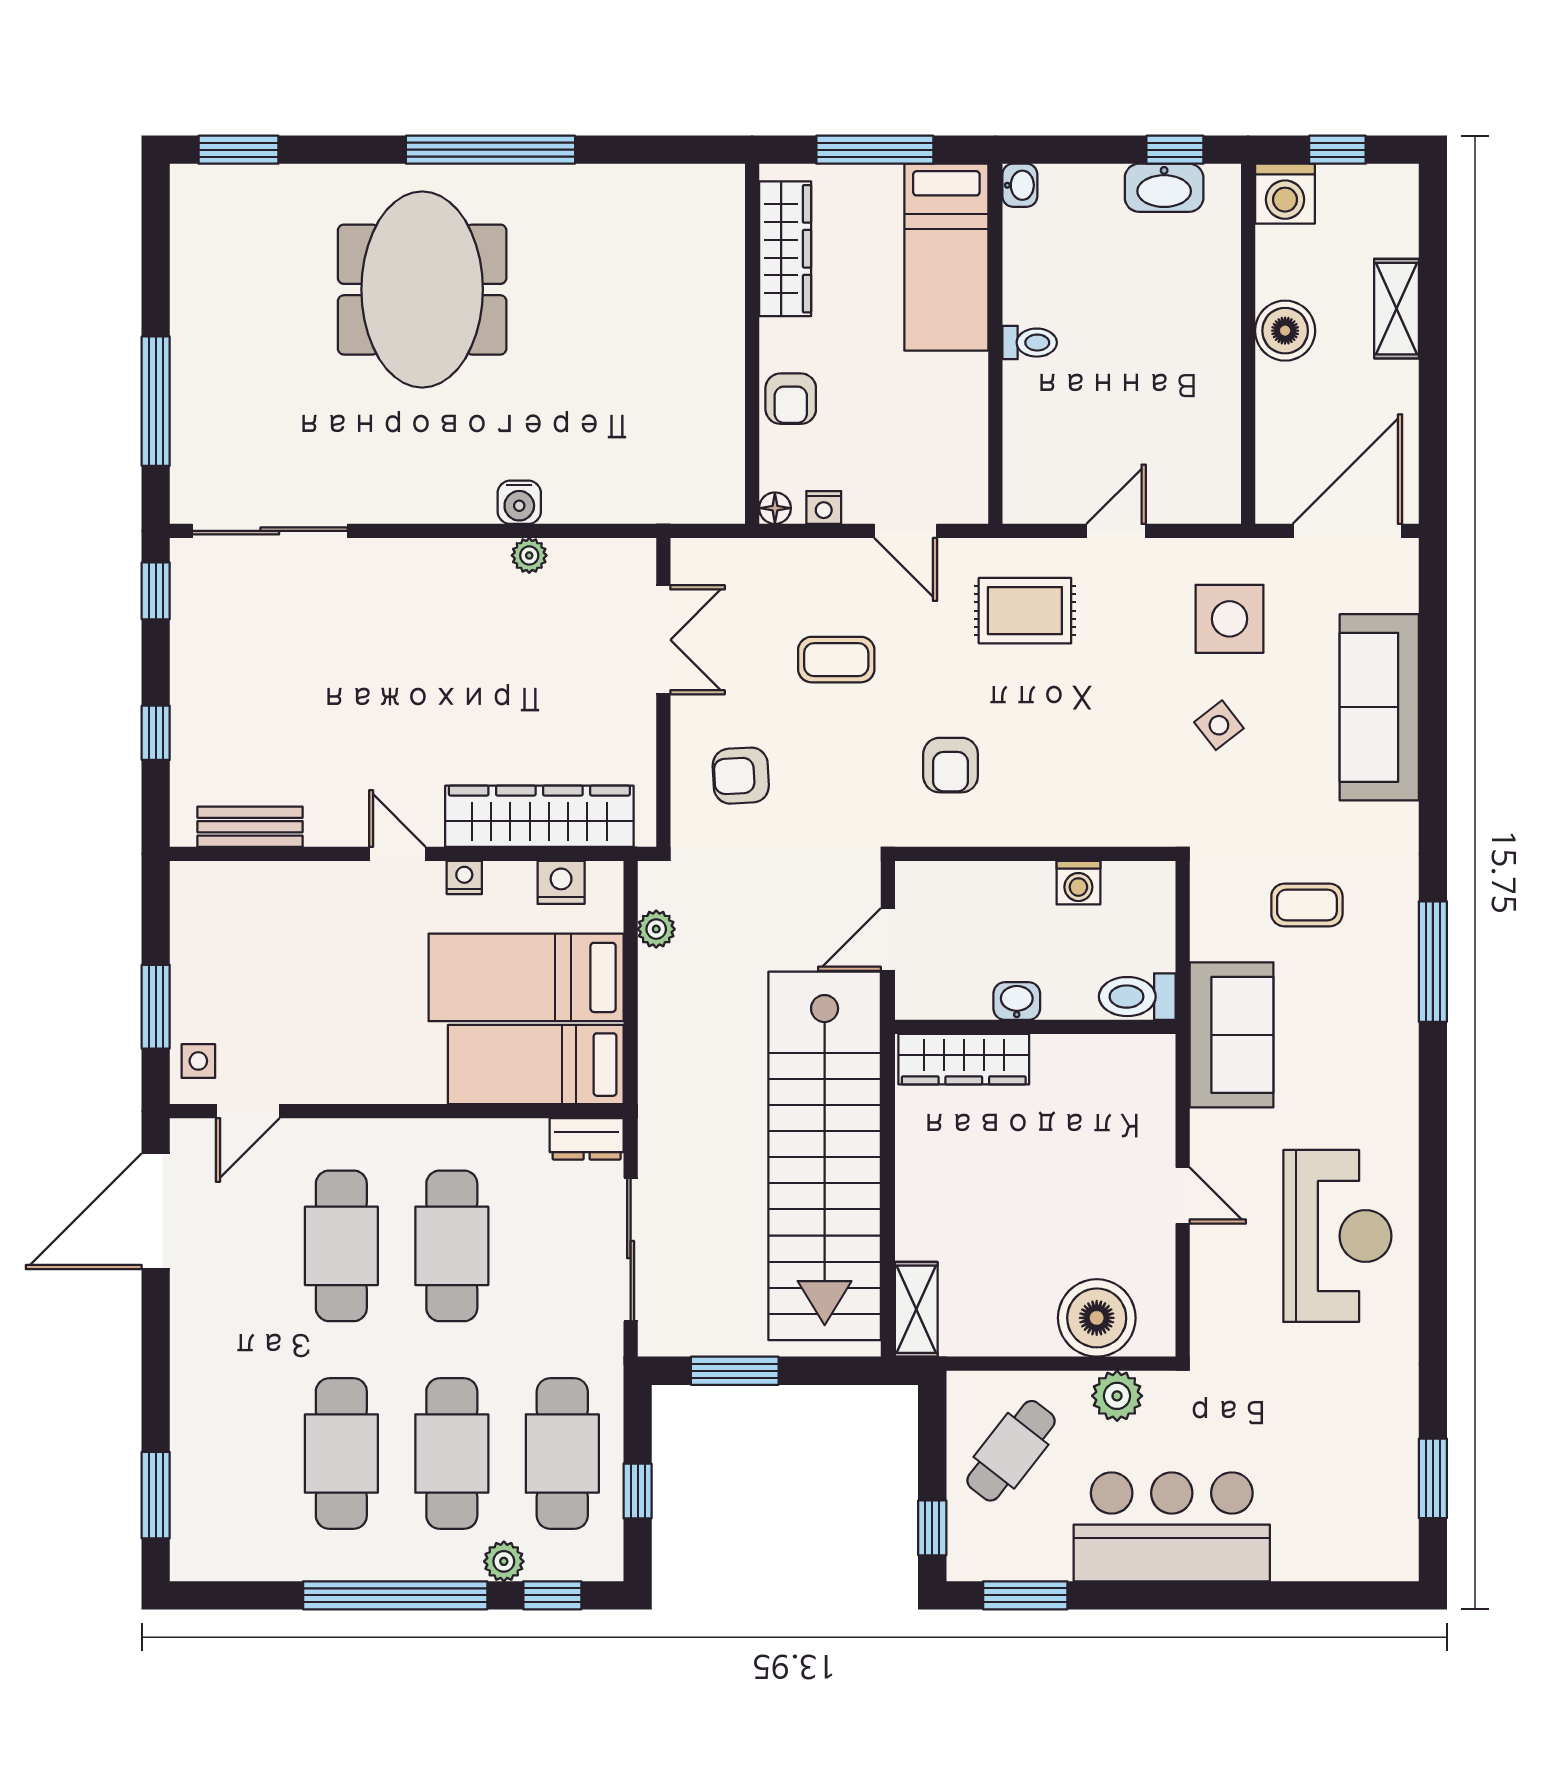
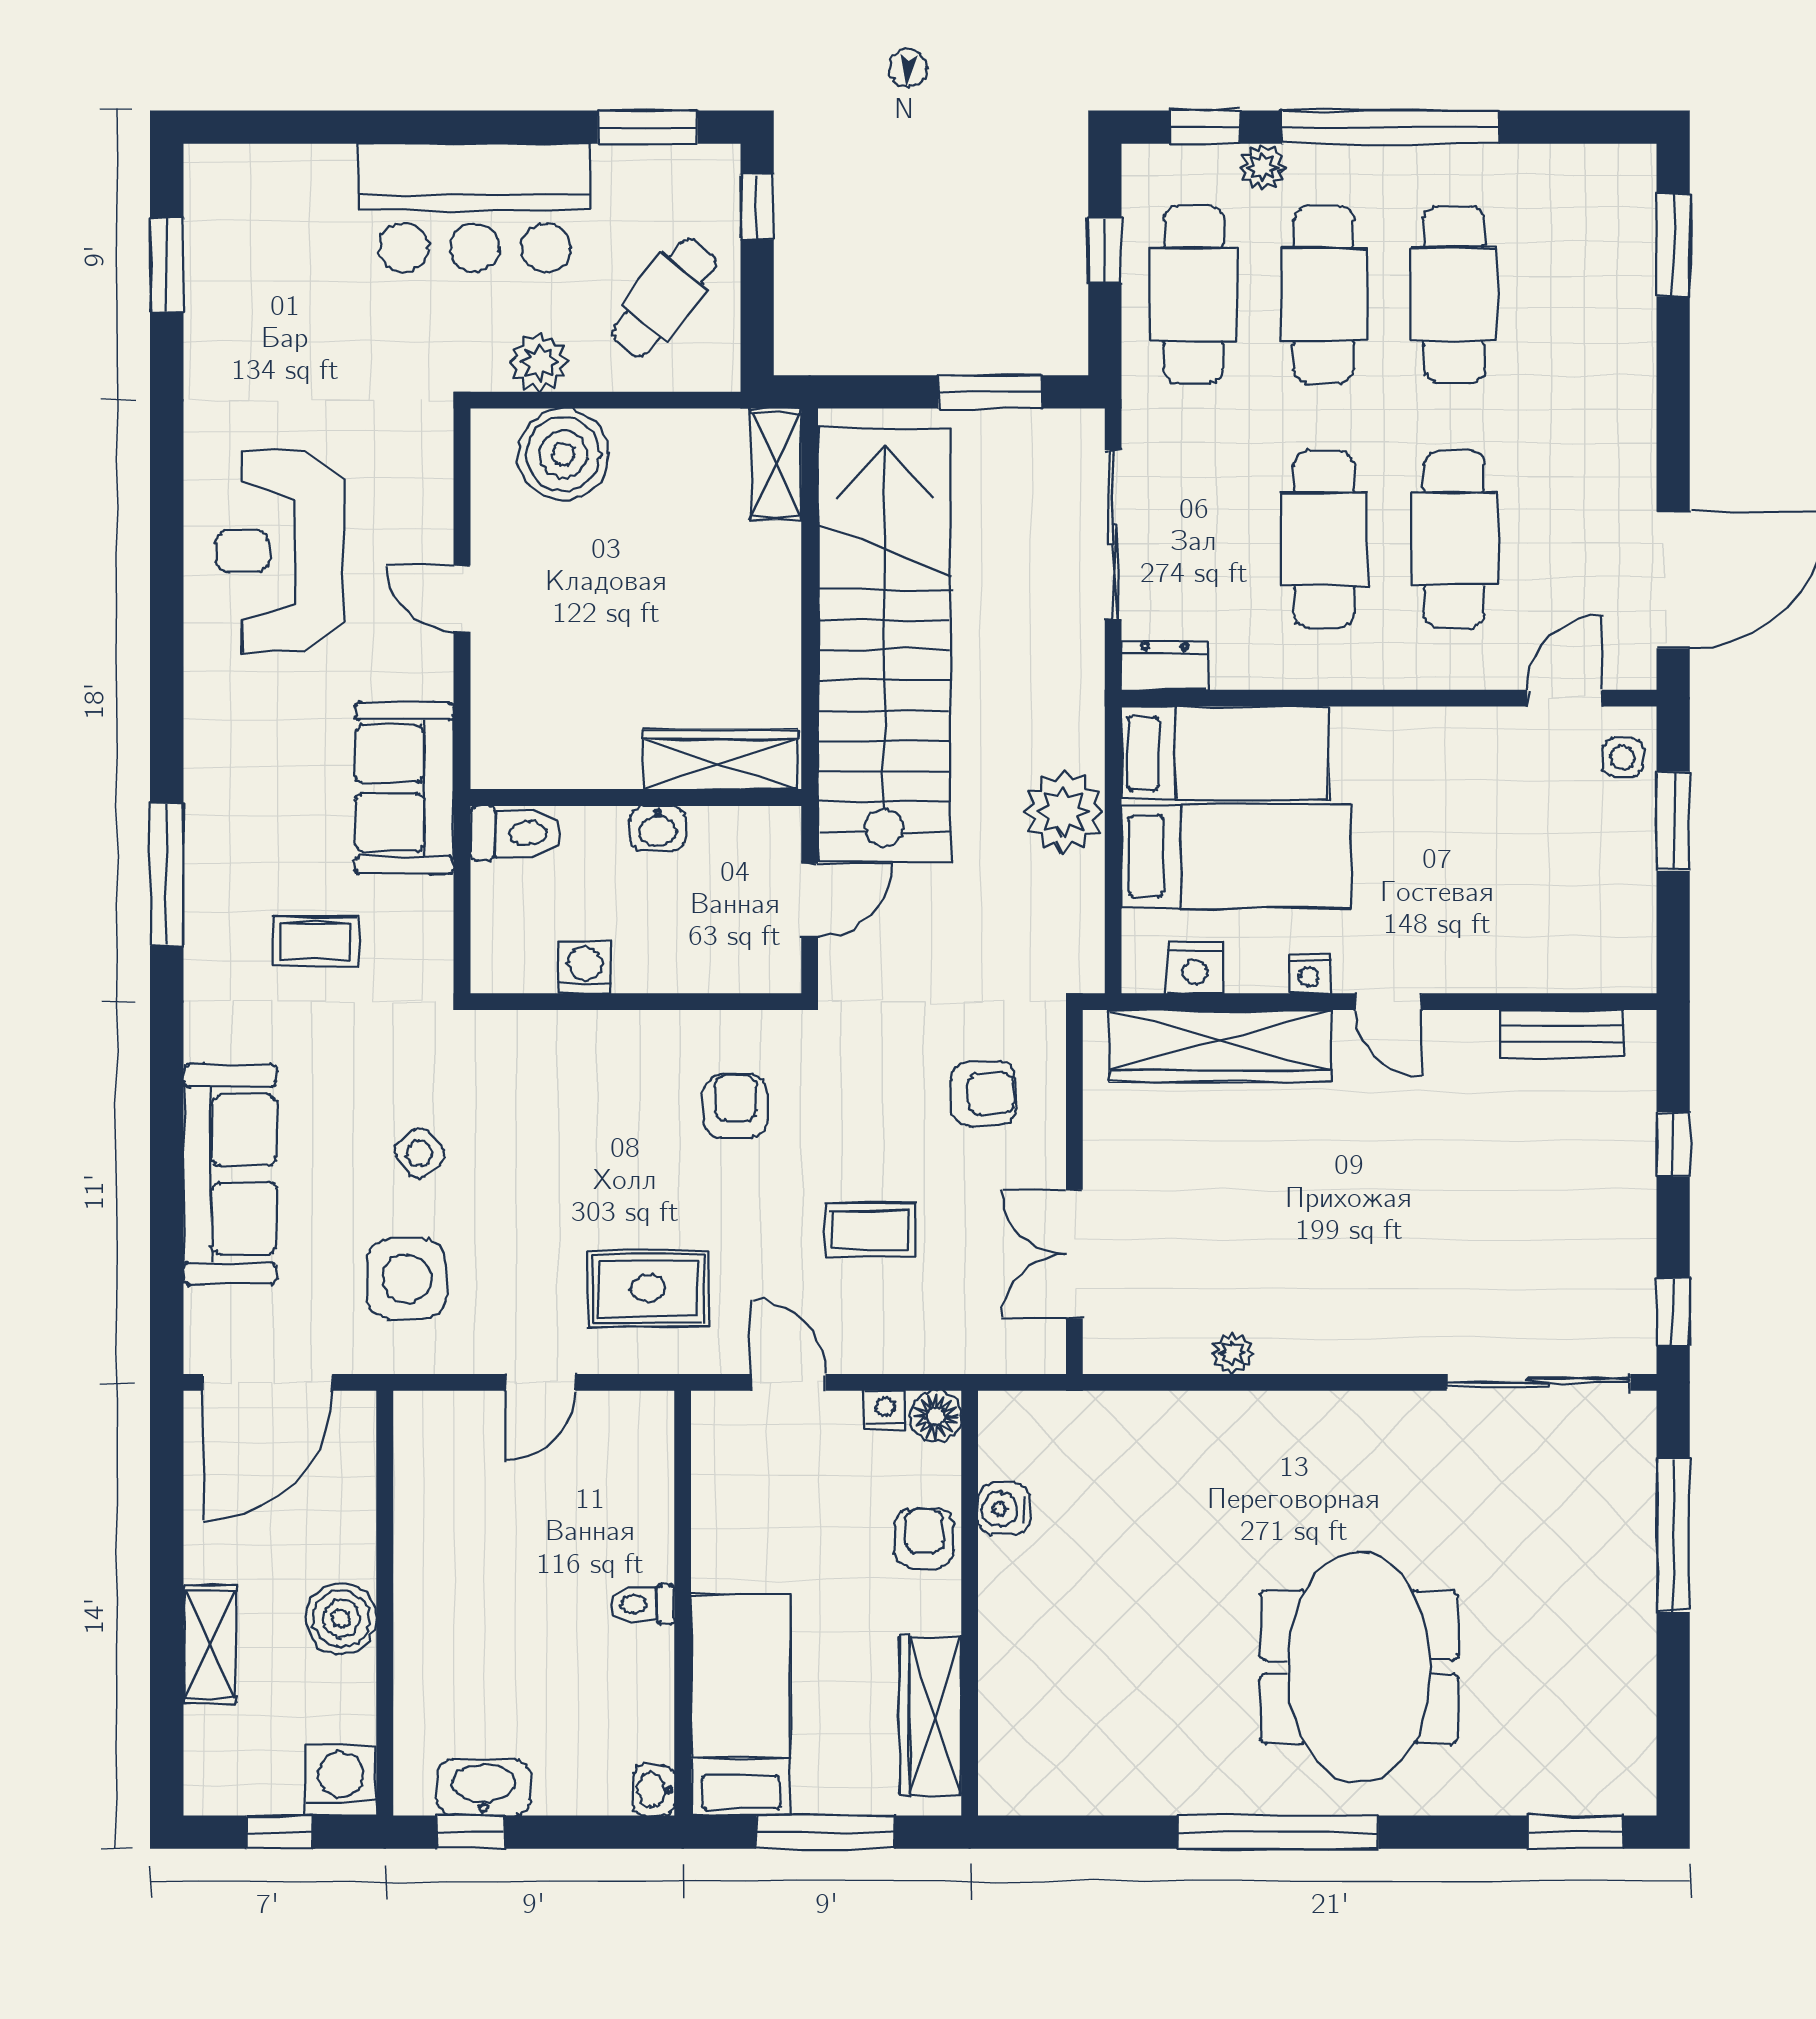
water cooler: (519, 502) -> (1004, 1509), moved, turned -90
floor lamp: (775, 508) -> (936, 1416), width x1.37, depth x1.37
plant: (656, 929) -> (1064, 812), moved, width x1.88, depth x1.88

